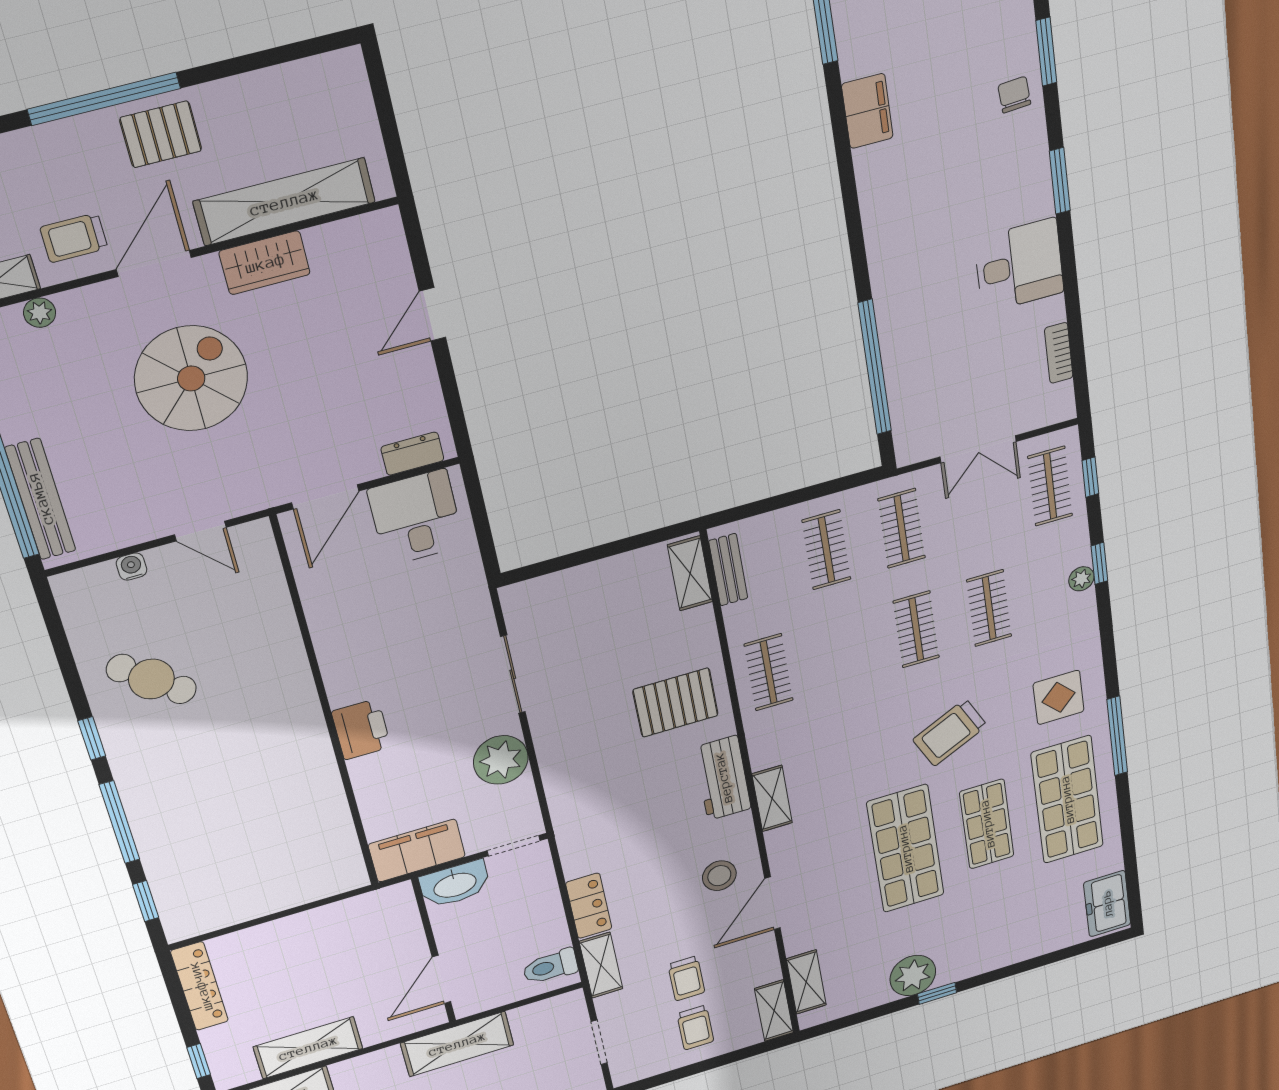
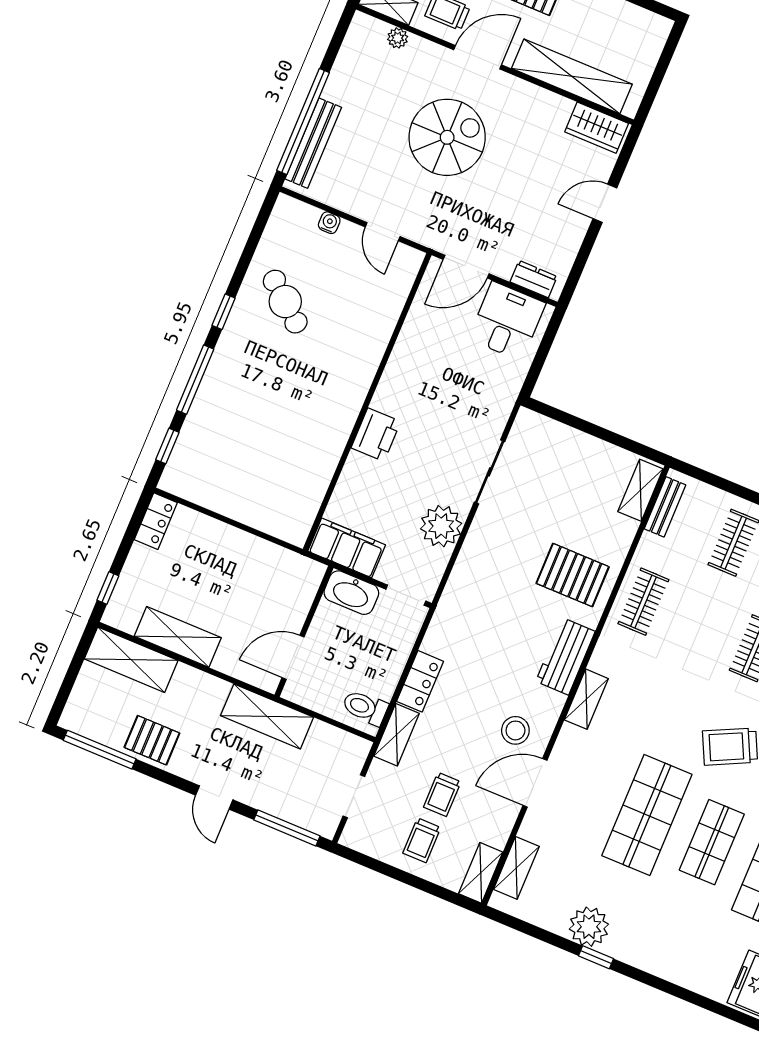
wardrobe: (265, 263) -> (597, 128), moved
locker: (200, 986) -> (156, 521), width x0.66

